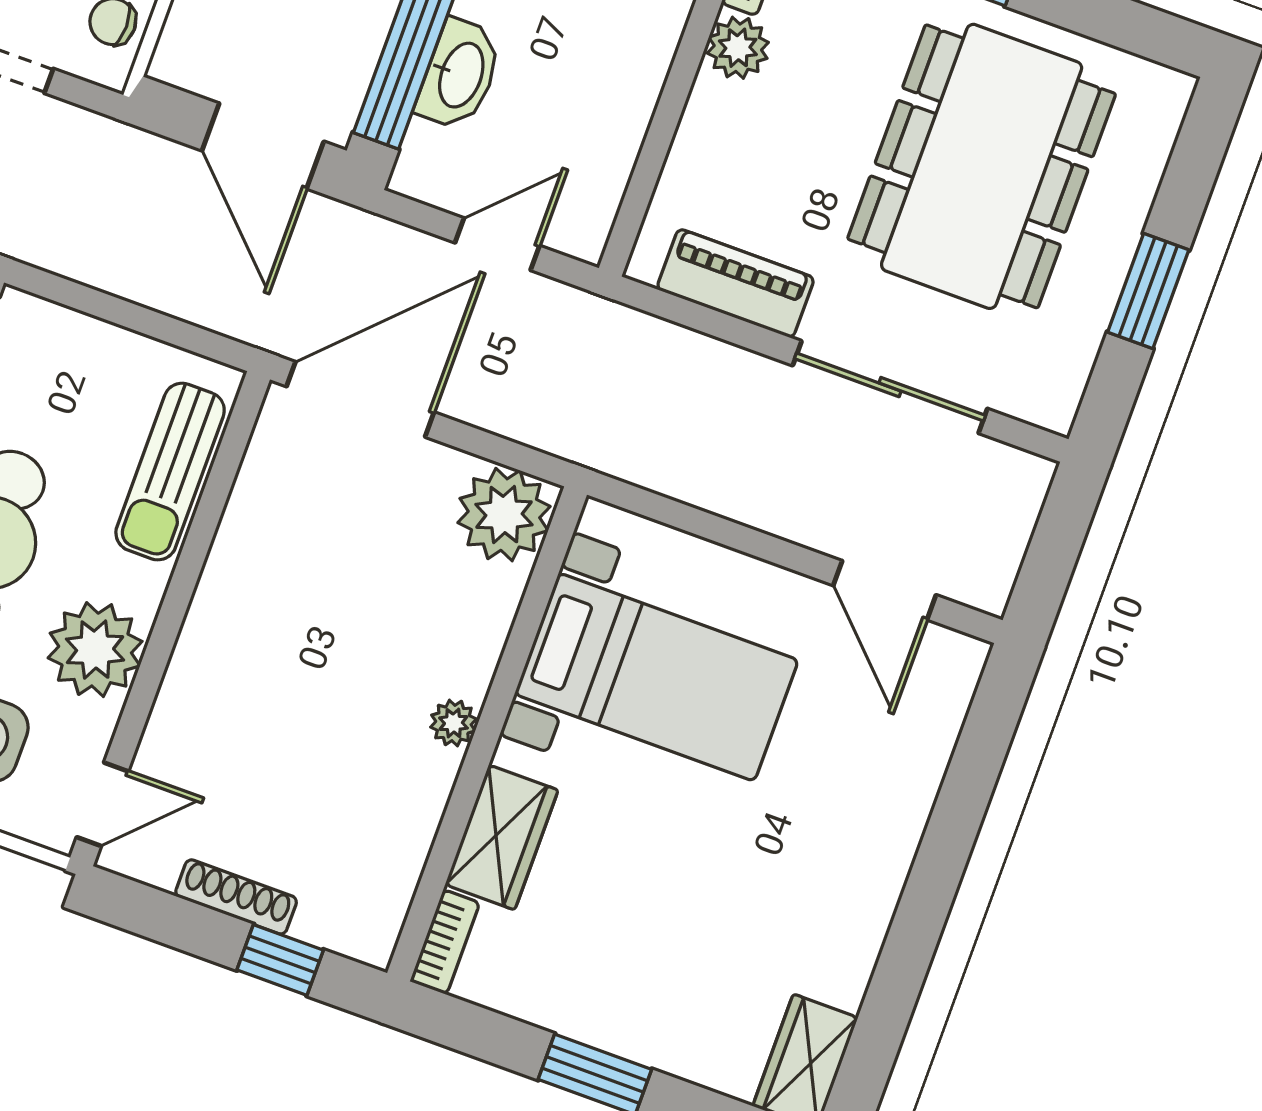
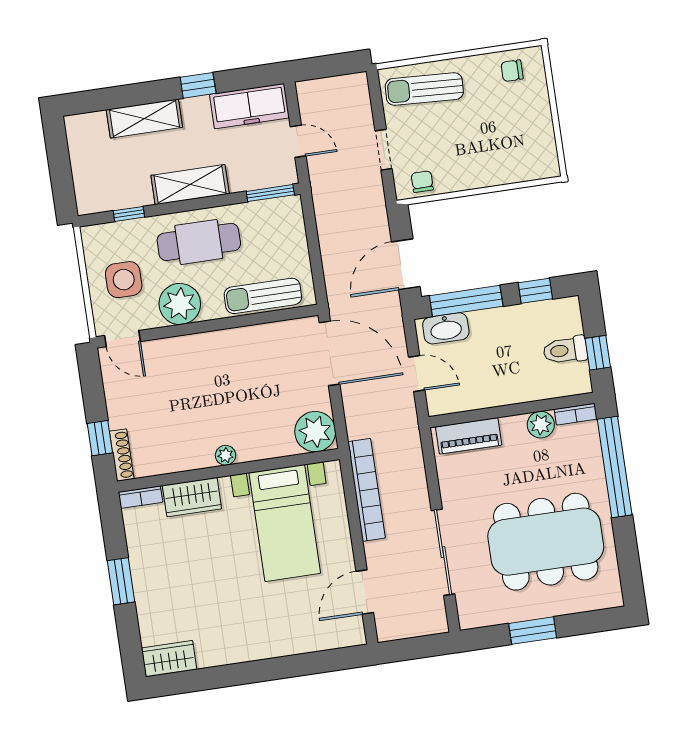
washbasin: (460, 74) -> (446, 328), moved
piano: (736, 283) -> (469, 436), moved, turned 90
bookcase: (679, 474) -> (366, 490), added
shoe rack: (236, 897) -> (122, 455), moved

